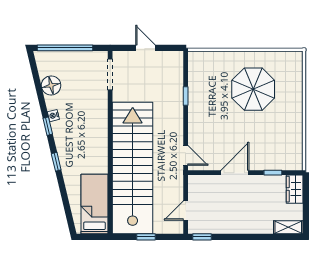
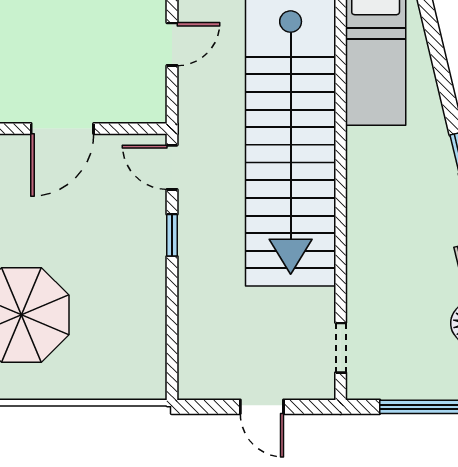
doorway: (110, 74) -> (341, 348), width x0.73
window: (186, 96) -> (172, 235), moved

